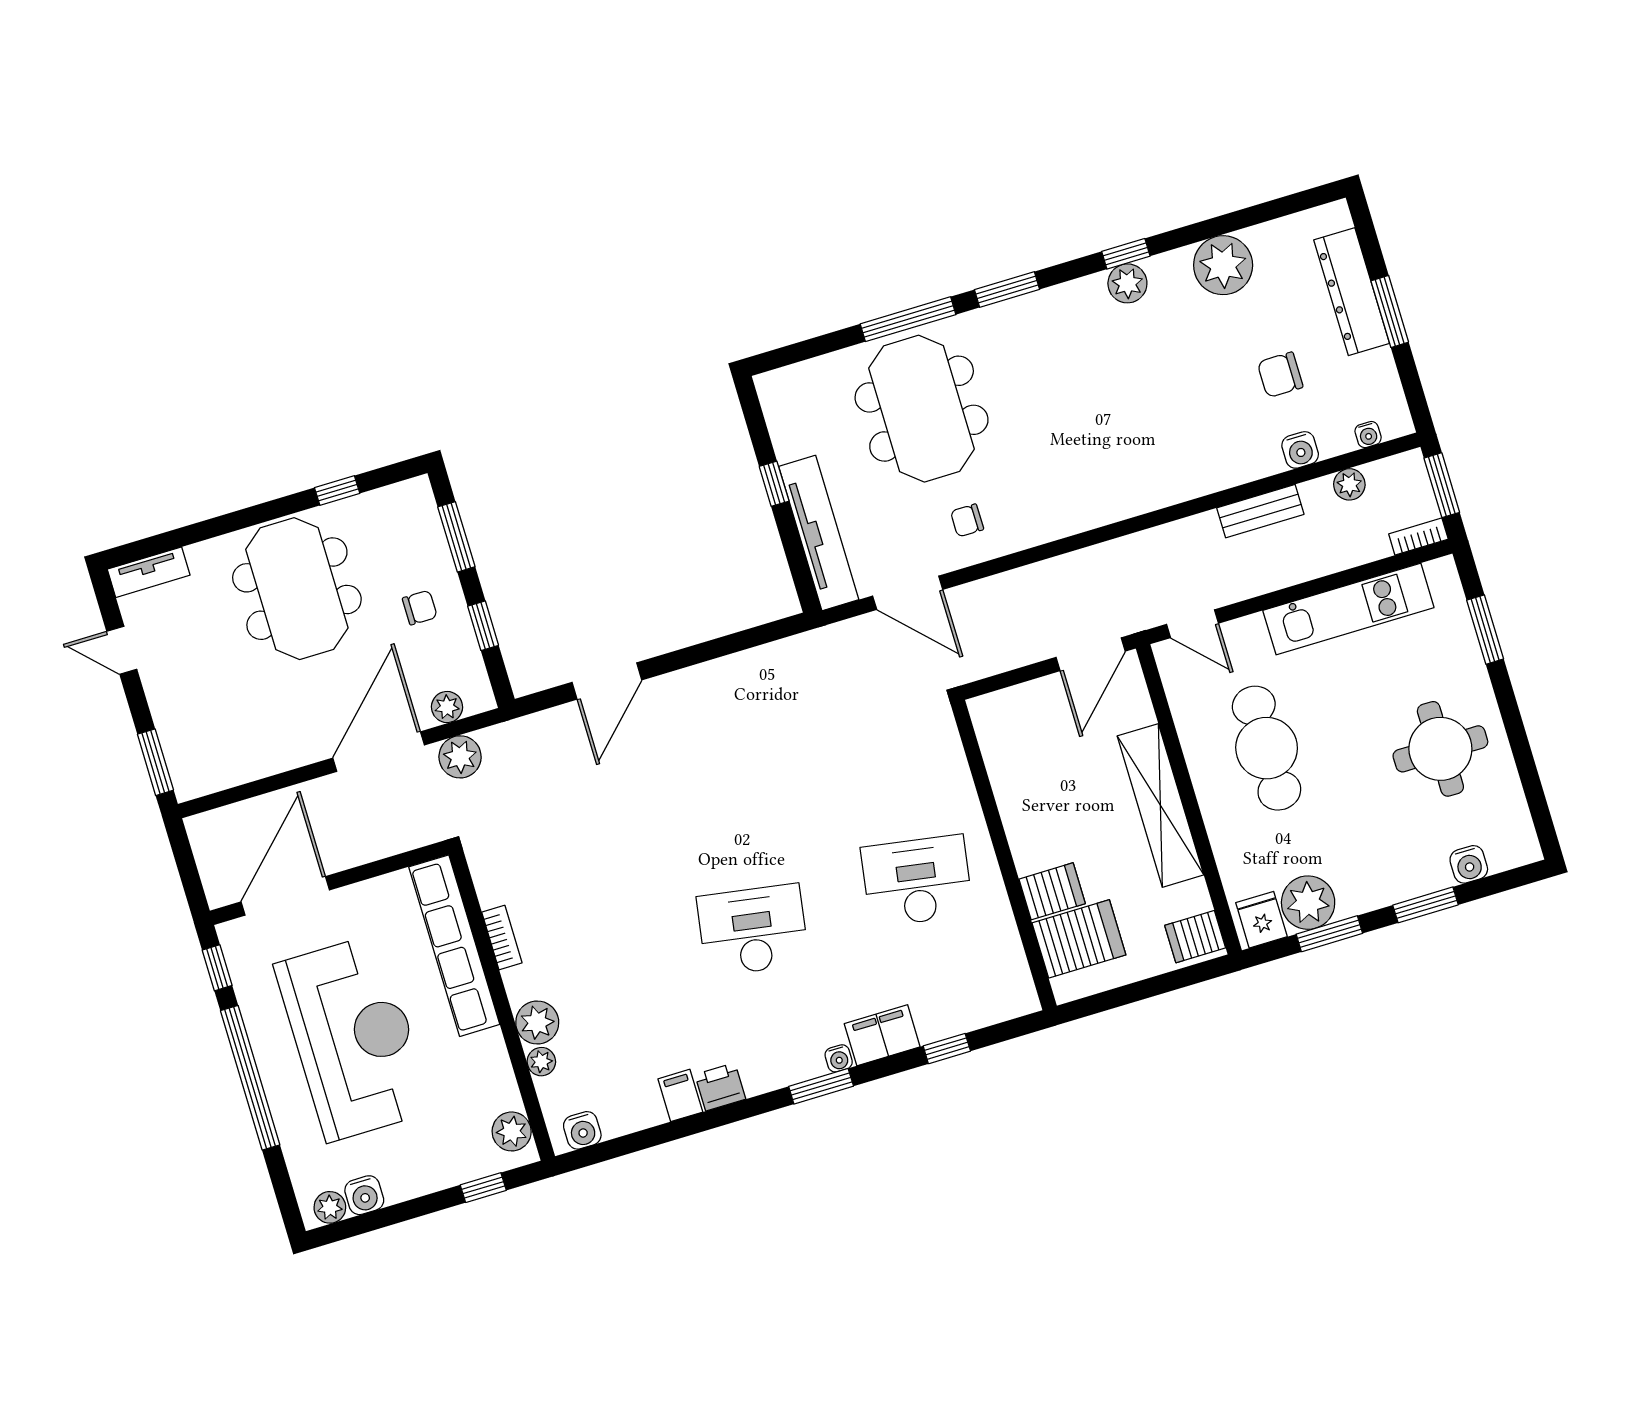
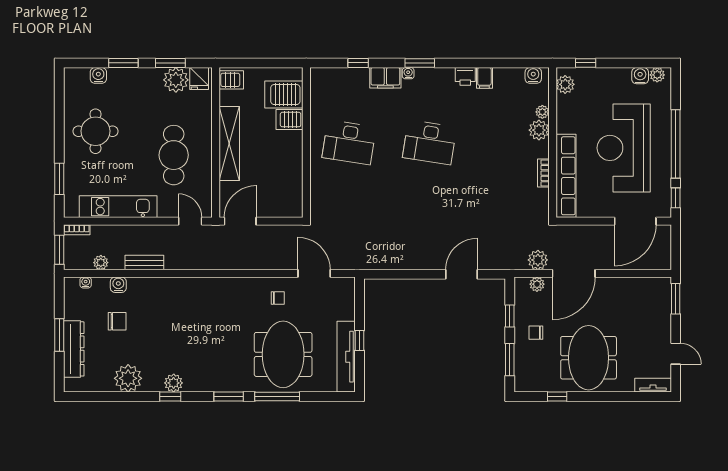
tv unit: (819, 533) -> (346, 357), moved

